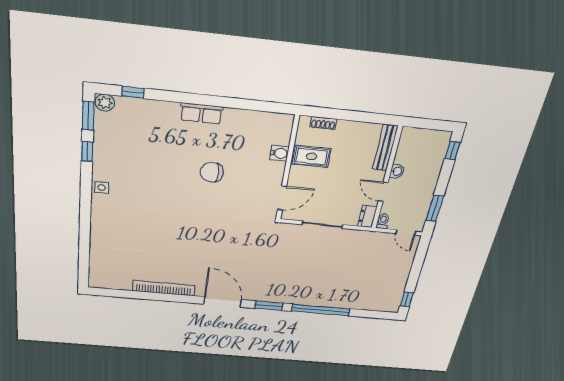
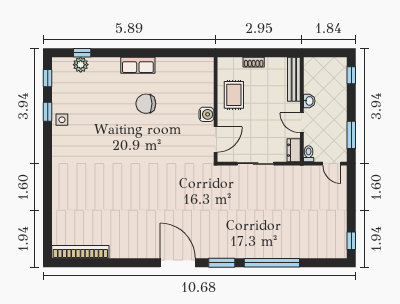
plant: (105, 103) -> (81, 65), moved
window: (88, 116) -> (48, 78), width x0.67
shoe rack: (323, 123) -> (254, 62), moved
water cooler: (279, 153) -> (206, 114), moved
rug: (312, 156) -> (234, 95), turned 90
chair: (212, 172) -> (146, 104), moved
side table: (102, 187) -> (62, 120), moved
bookcase: (164, 288) -> (80, 252), moved

